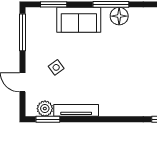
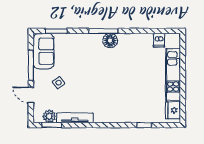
sofa: (79, 20) -> (44, 51), moved, turned -90
window: (22, 32) -> (31, 65), moved

